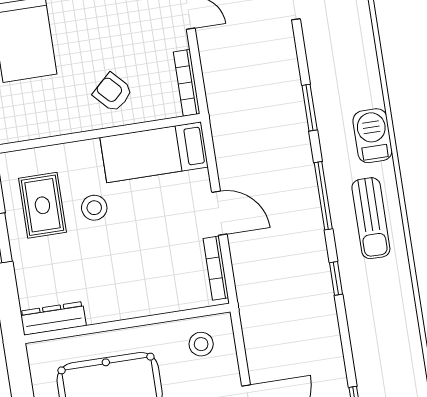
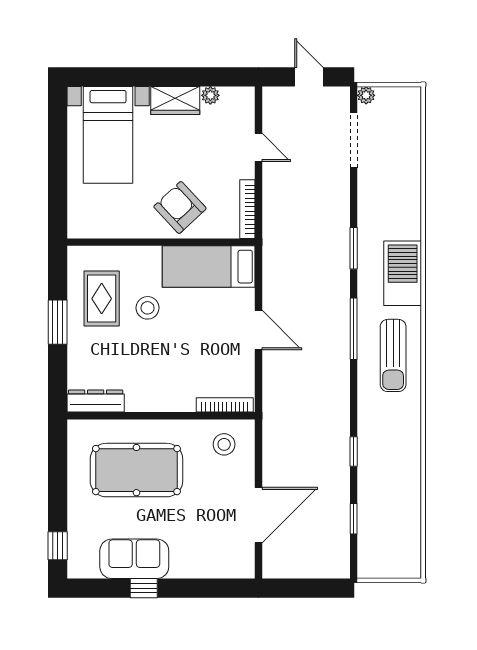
armchair: (113, 92) -> (180, 207), width x1.38, depth x1.38
barbecue: (373, 136) -> (403, 273), width x1.37, depth x1.21
bookcase: (216, 268) -> (225, 405), moved, turned 90
window: (336, 278) -> (354, 452), moved

